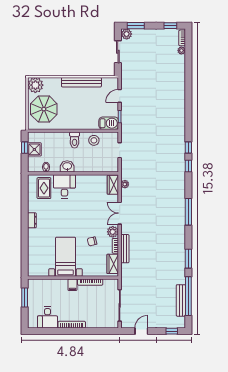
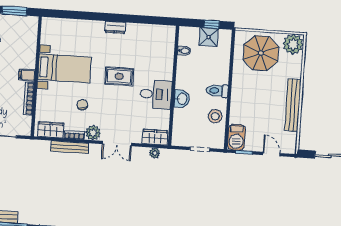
washbasin: (67, 166) -> (182, 99), moved
desk: (64, 186) -> (156, 94), moved
rug: (44, 188) -> (119, 76), moved
double door: (120, 213) -> (117, 144), swing flipped

